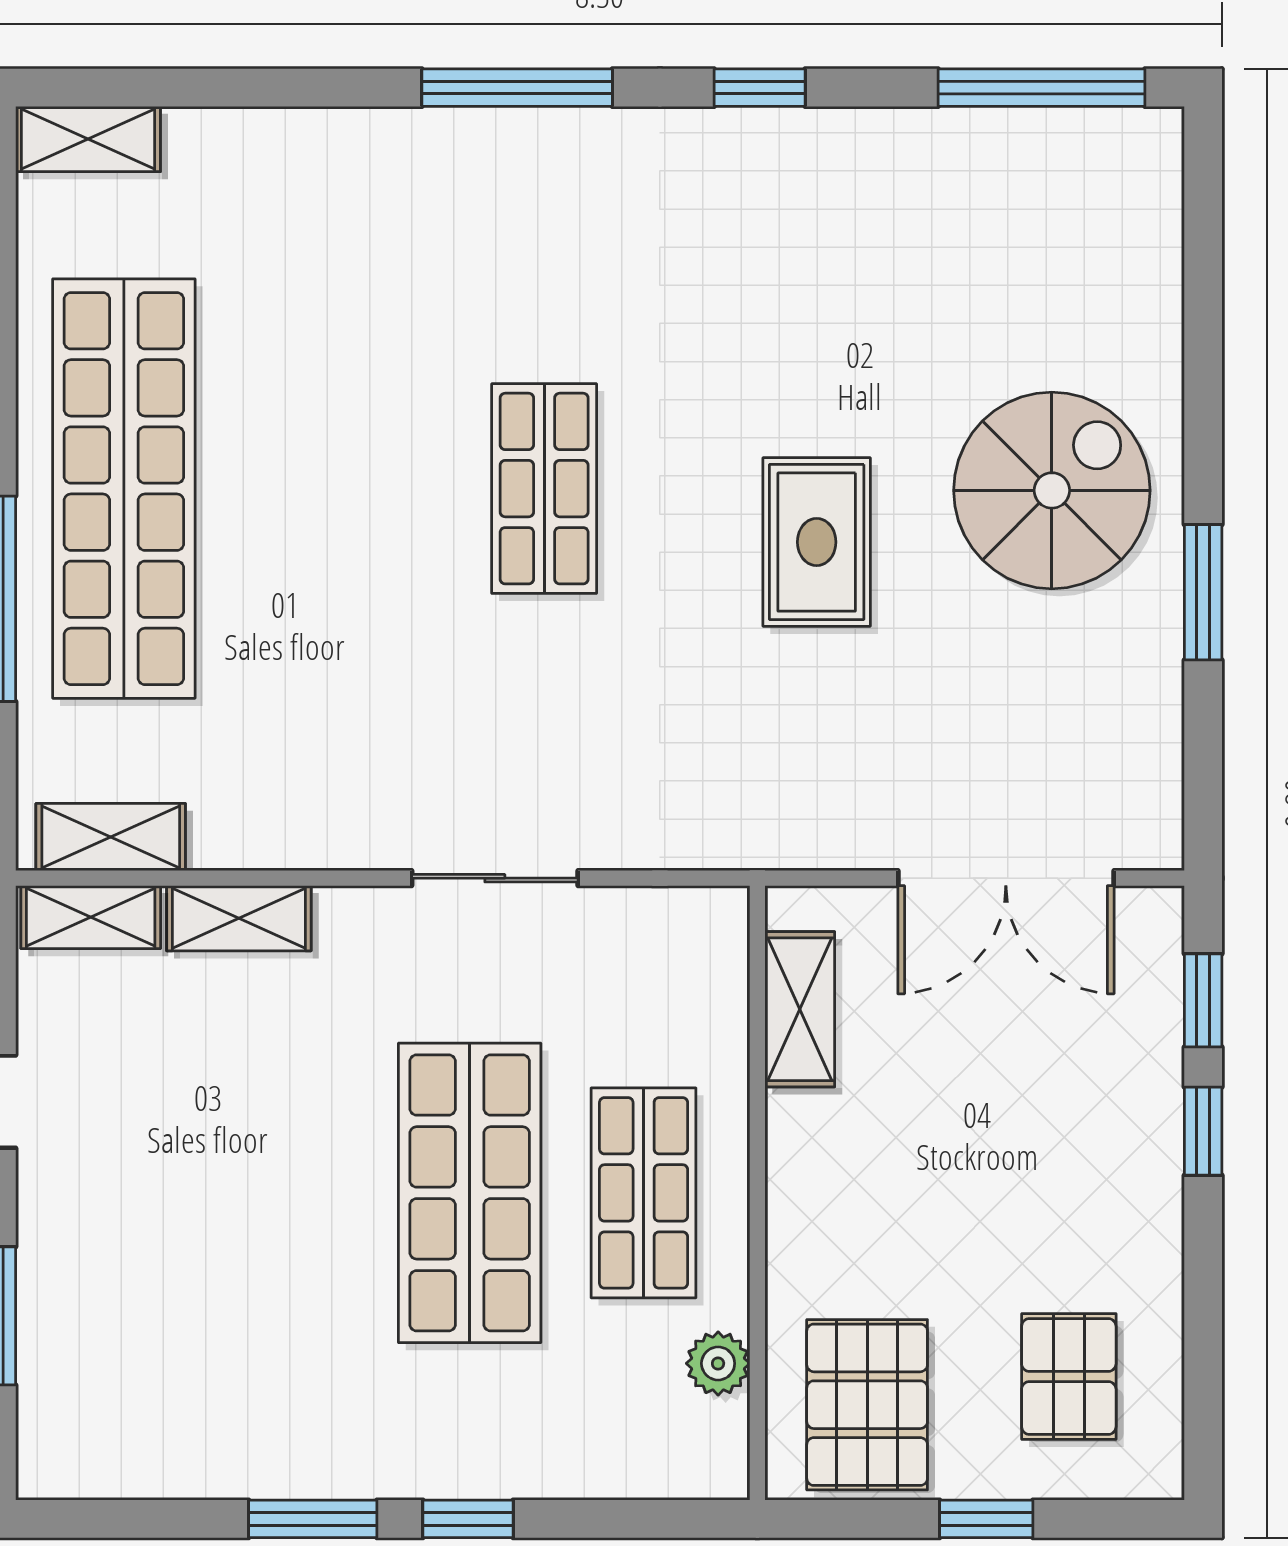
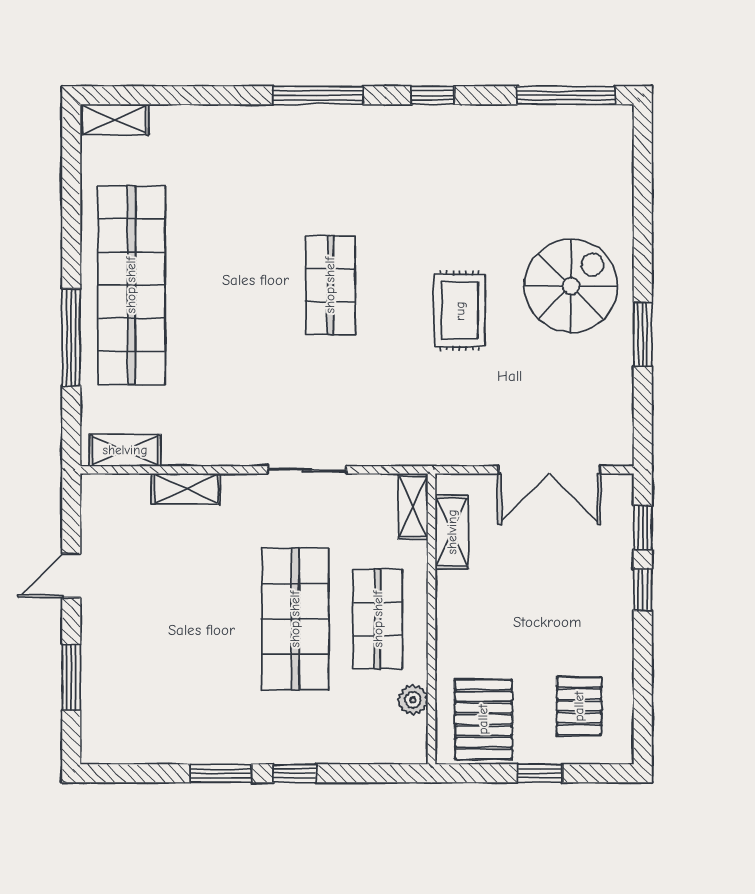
shelving: (91, 917) -> (413, 506), moved, turned 90

